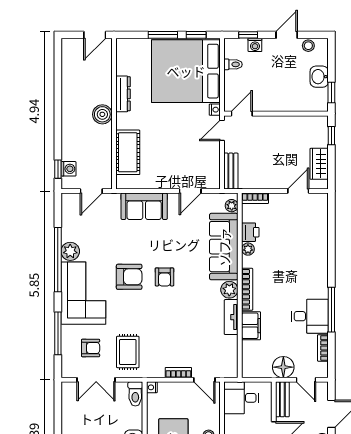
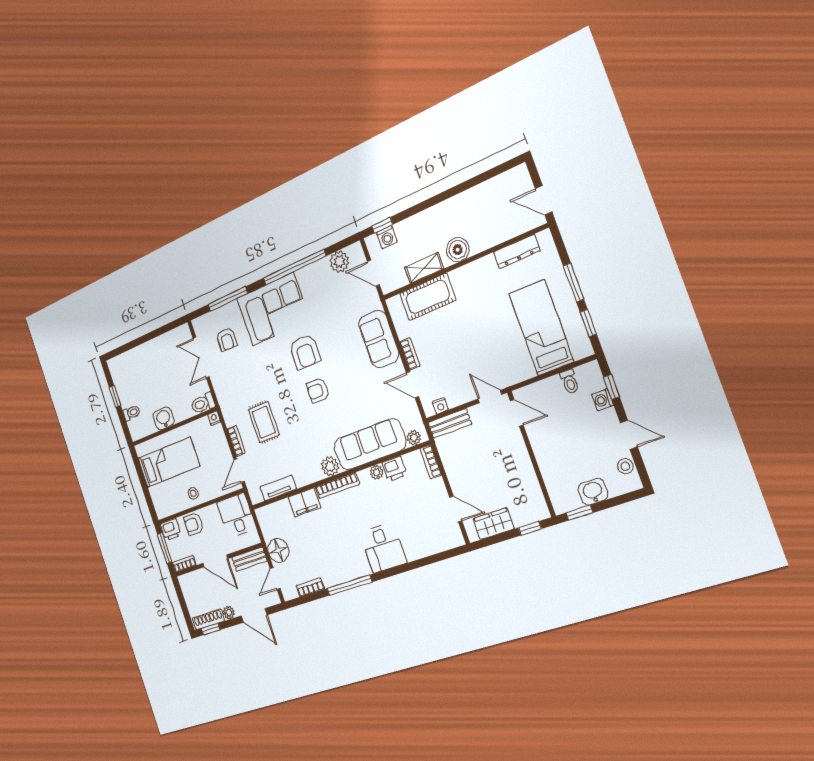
bed: (186, 71) -> (541, 328), width x0.49
dresser: (123, 94) -> (517, 251), moved
nightstand: (215, 110) -> (440, 406), moved
shelving: (105, 147) -> (424, 268), added
bookcase: (166, 184) -> (410, 354), added
plant: (70, 251) -> (339, 262), moved
desk: (310, 316) -> (383, 548), moved
tv unit: (231, 317) -> (278, 488), moved
rug: (128, 352) -> (264, 422), moved, turned 90

